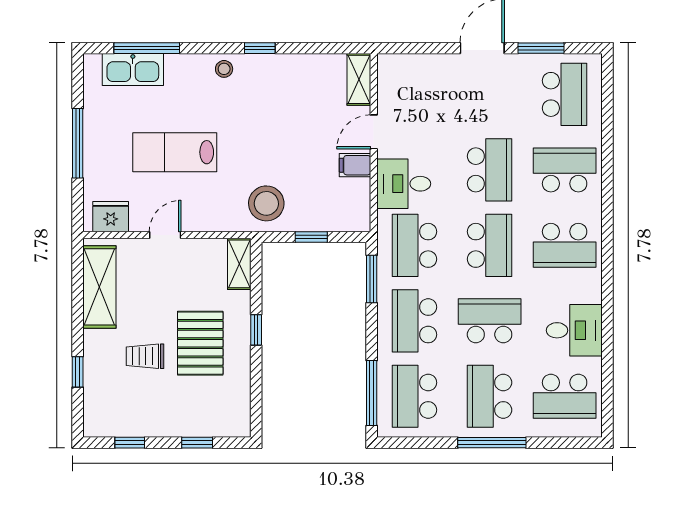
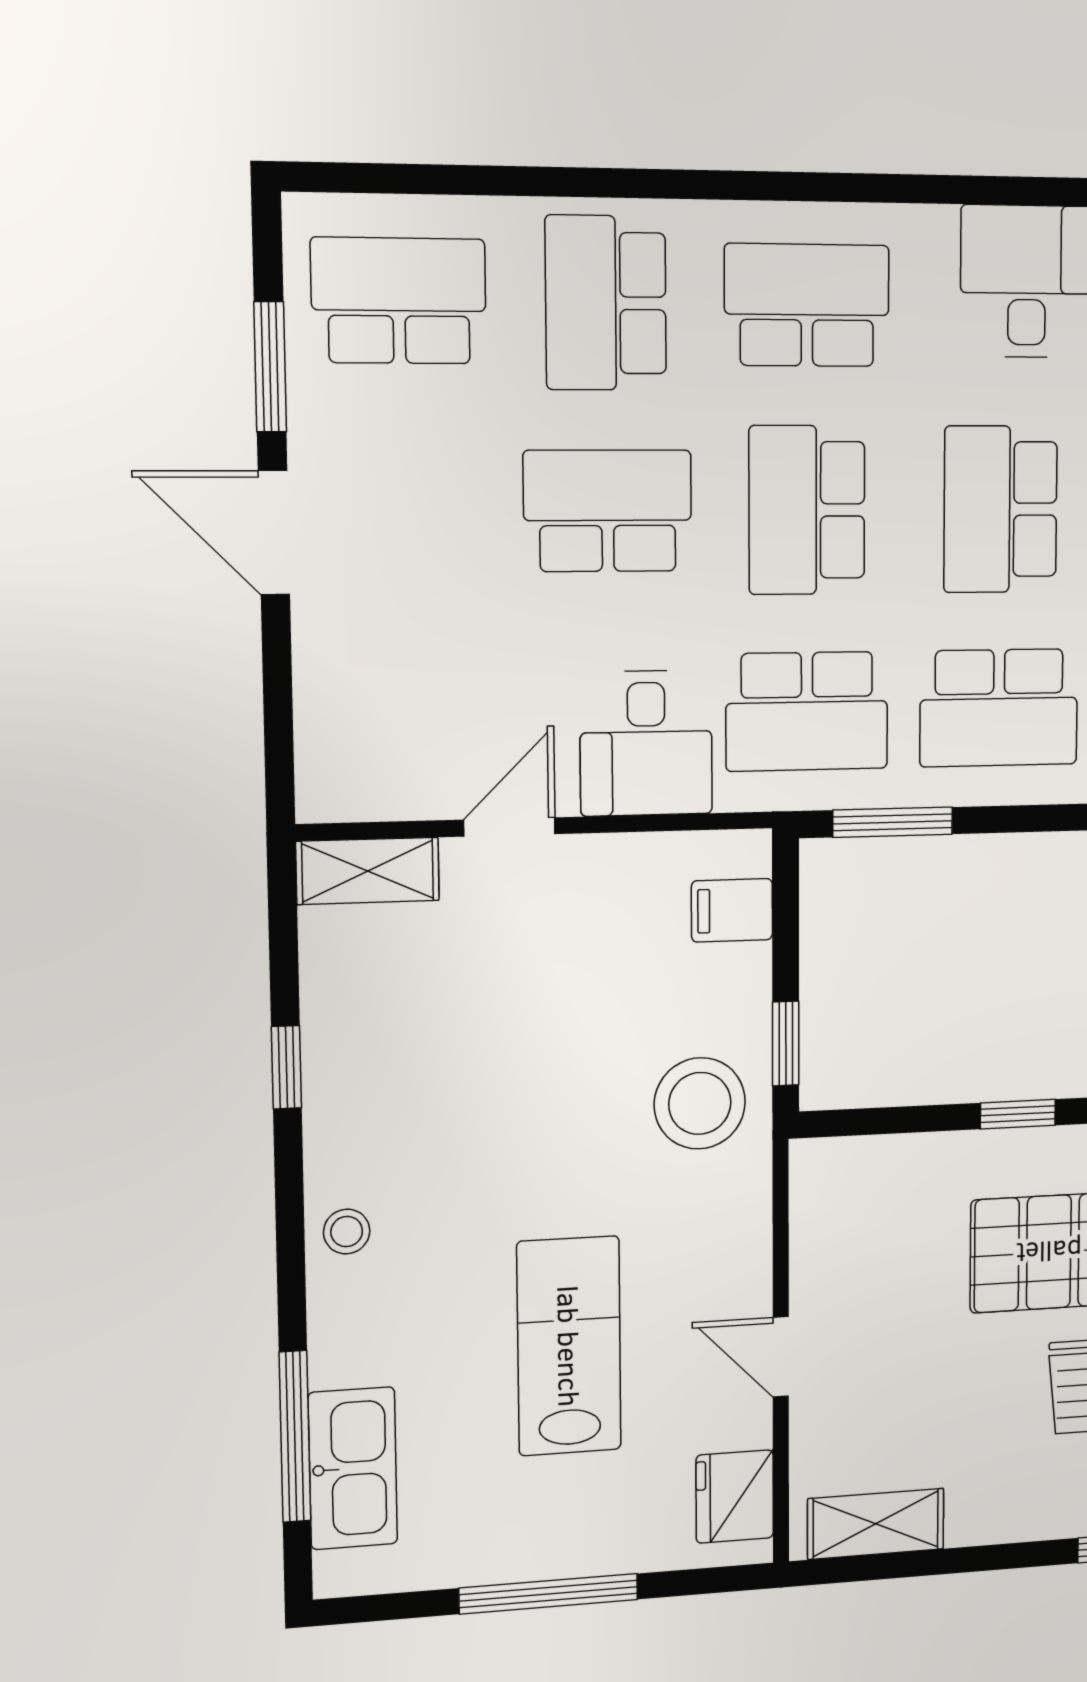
window: (260, 48) -> (286, 1067), moved
door: (374, 132) -> (509, 827), swing flipped
lab bench: (175, 152) -> (569, 1346), turned 180
filing cabinet: (355, 165) -> (732, 910), moved, turned 90
window: (311, 237) -> (786, 1044), moved
school desk: (490, 245) -> (807, 510), turned -90
school desk: (565, 245) -> (807, 305), turned -90
shelving: (239, 264) -> (854, 1165), removed
shelving: (99, 287) -> (876, 1524), width x0.67, depth x0.75

